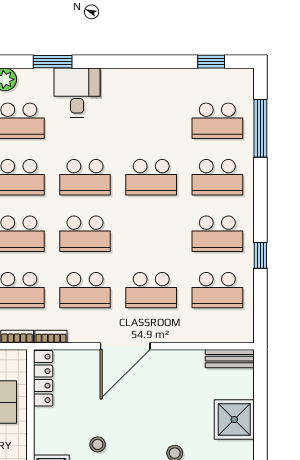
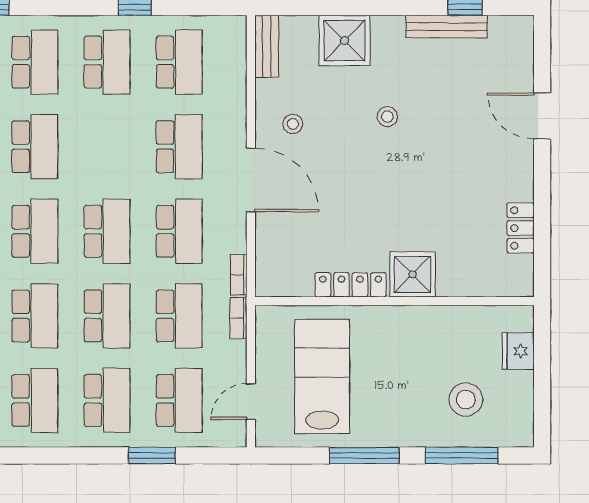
locker: (43, 378) -> (351, 285), moved
stool: (98, 444) -> (293, 124), moved

